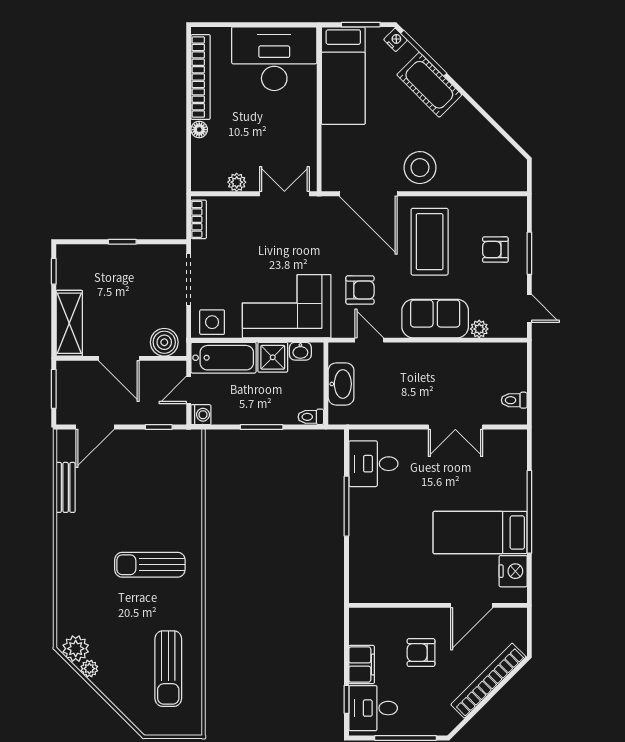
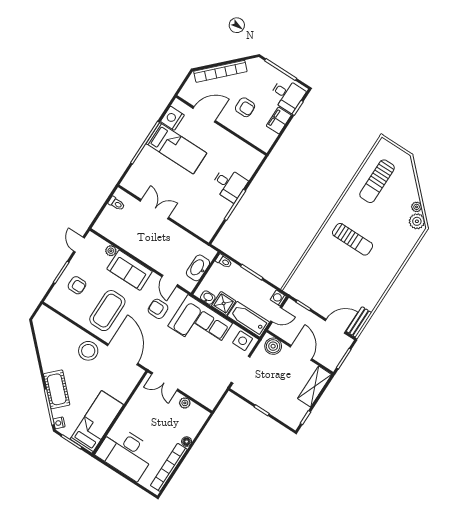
bookcase: (199, 219) -> (216, 397), removed
desk: (373, 464) -> (229, 184), moved
bench: (66, 487) -> (359, 322), moved
sun lounger: (168, 669) -> (377, 181), turned 180

